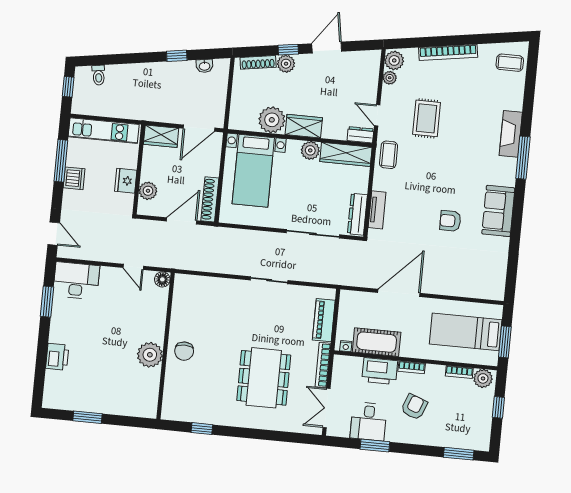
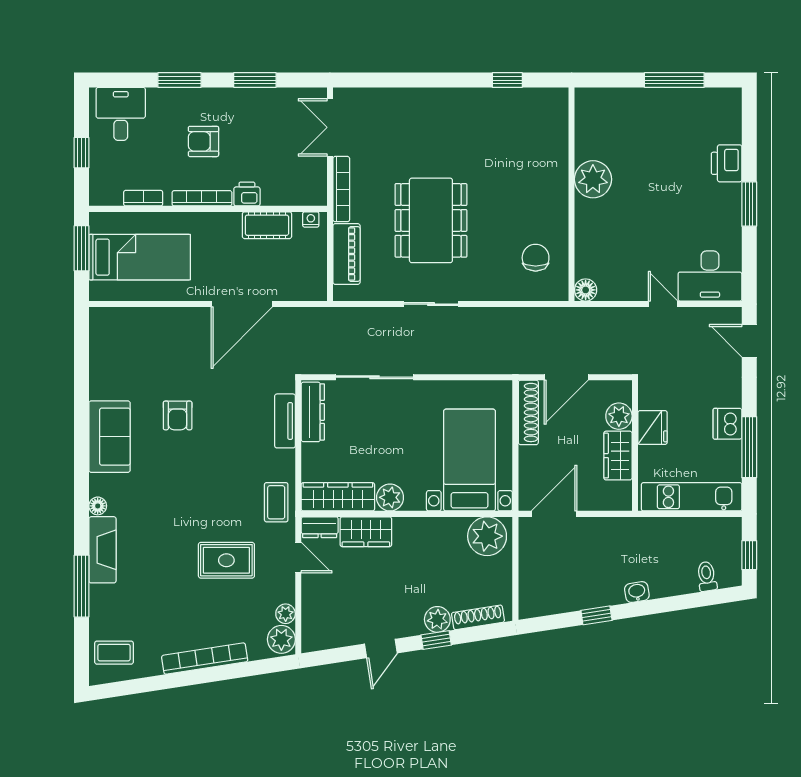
door: (327, 48) -> (381, 649), width x0.73
washbasin: (205, 66) -> (637, 592), moved
rug: (427, 118) -> (226, 560), turned 90
plant: (272, 120) -> (487, 536), moved
wardrobe: (304, 126) -> (366, 532), moved
wardrobe: (161, 136) -> (618, 456), moved, turned -90
window: (523, 158) -> (82, 586), moved
floor lamp: (511, 164) -> (98, 506), added
armchair: (450, 221) -> (178, 415), turned 90
door: (133, 267) -> (663, 304), moved
window: (47, 302) -> (749, 204), moved
cot: (377, 342) -> (267, 225), width x0.73, depth x0.75
chair: (184, 351) -> (536, 258), moved
bookcase: (412, 367) -> (202, 198), width x1.56
printer: (380, 371) -> (247, 194), width x0.53, depth x0.68
dining table: (264, 378) -> (431, 220), moved
plant: (483, 378) -> (108, 192), removed
armchair: (414, 407) -> (203, 141), turned 69
double door: (327, 408) -> (330, 127), swing flipped
window: (87, 417) -> (674, 80), width x1.44
desk: (369, 421) -> (121, 114), moved
window: (459, 454) -> (180, 80), moved

